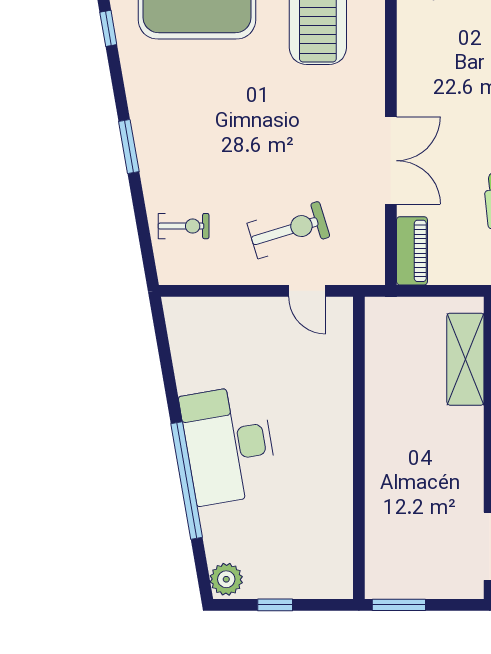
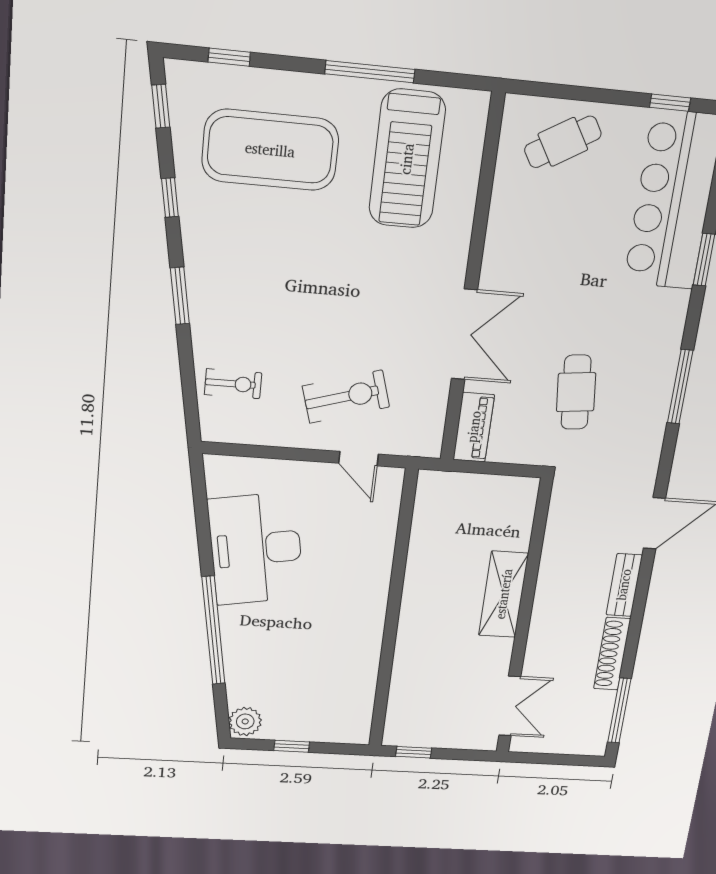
window: (108, 28) -> (170, 198), moved
shelving: (465, 359) -> (504, 594), moved
desk: (229, 445) -> (256, 549), moved
window: (399, 605) -> (414, 752), width x0.67

